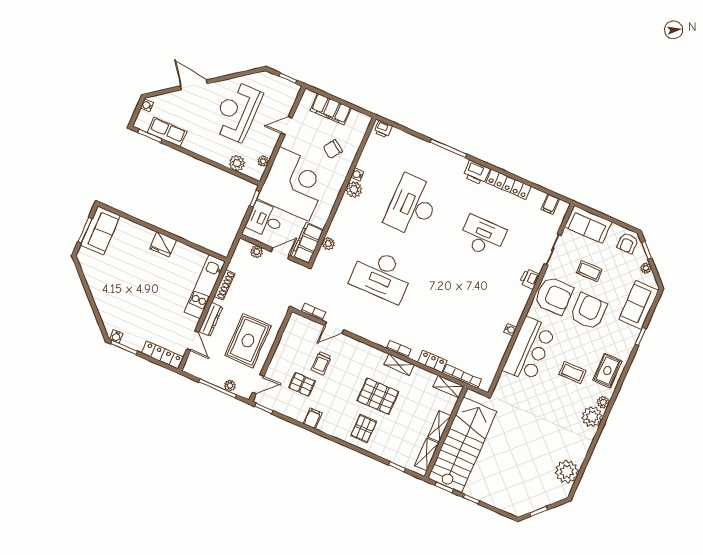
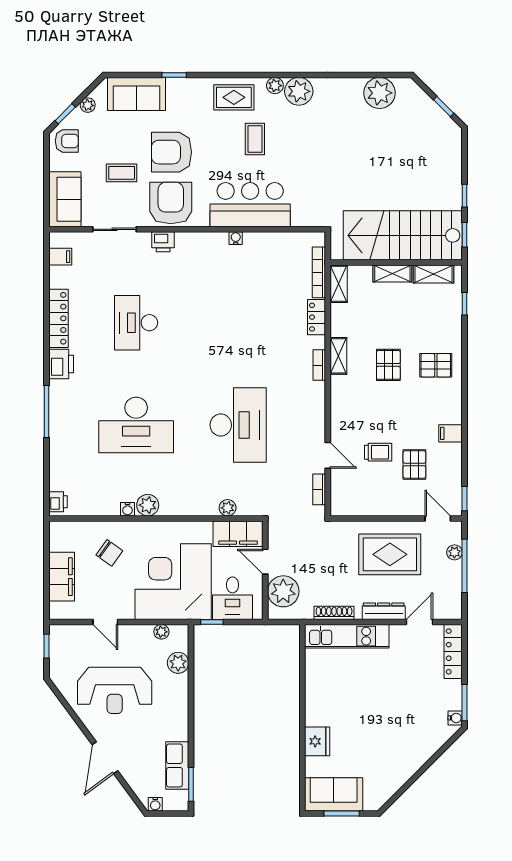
fridge: (163, 244) -> (317, 741), moved
plant: (257, 252) -> (283, 591), width x1.87, depth x1.87
coffee table: (589, 271) -> (122, 173), turned 90
pallet: (378, 396) -> (388, 365), width x0.67, depth x0.71

